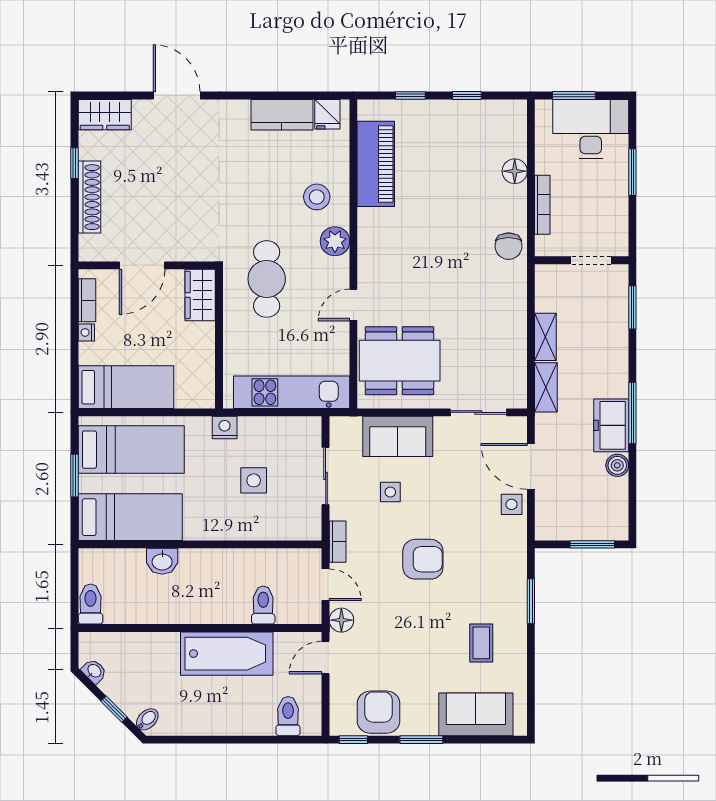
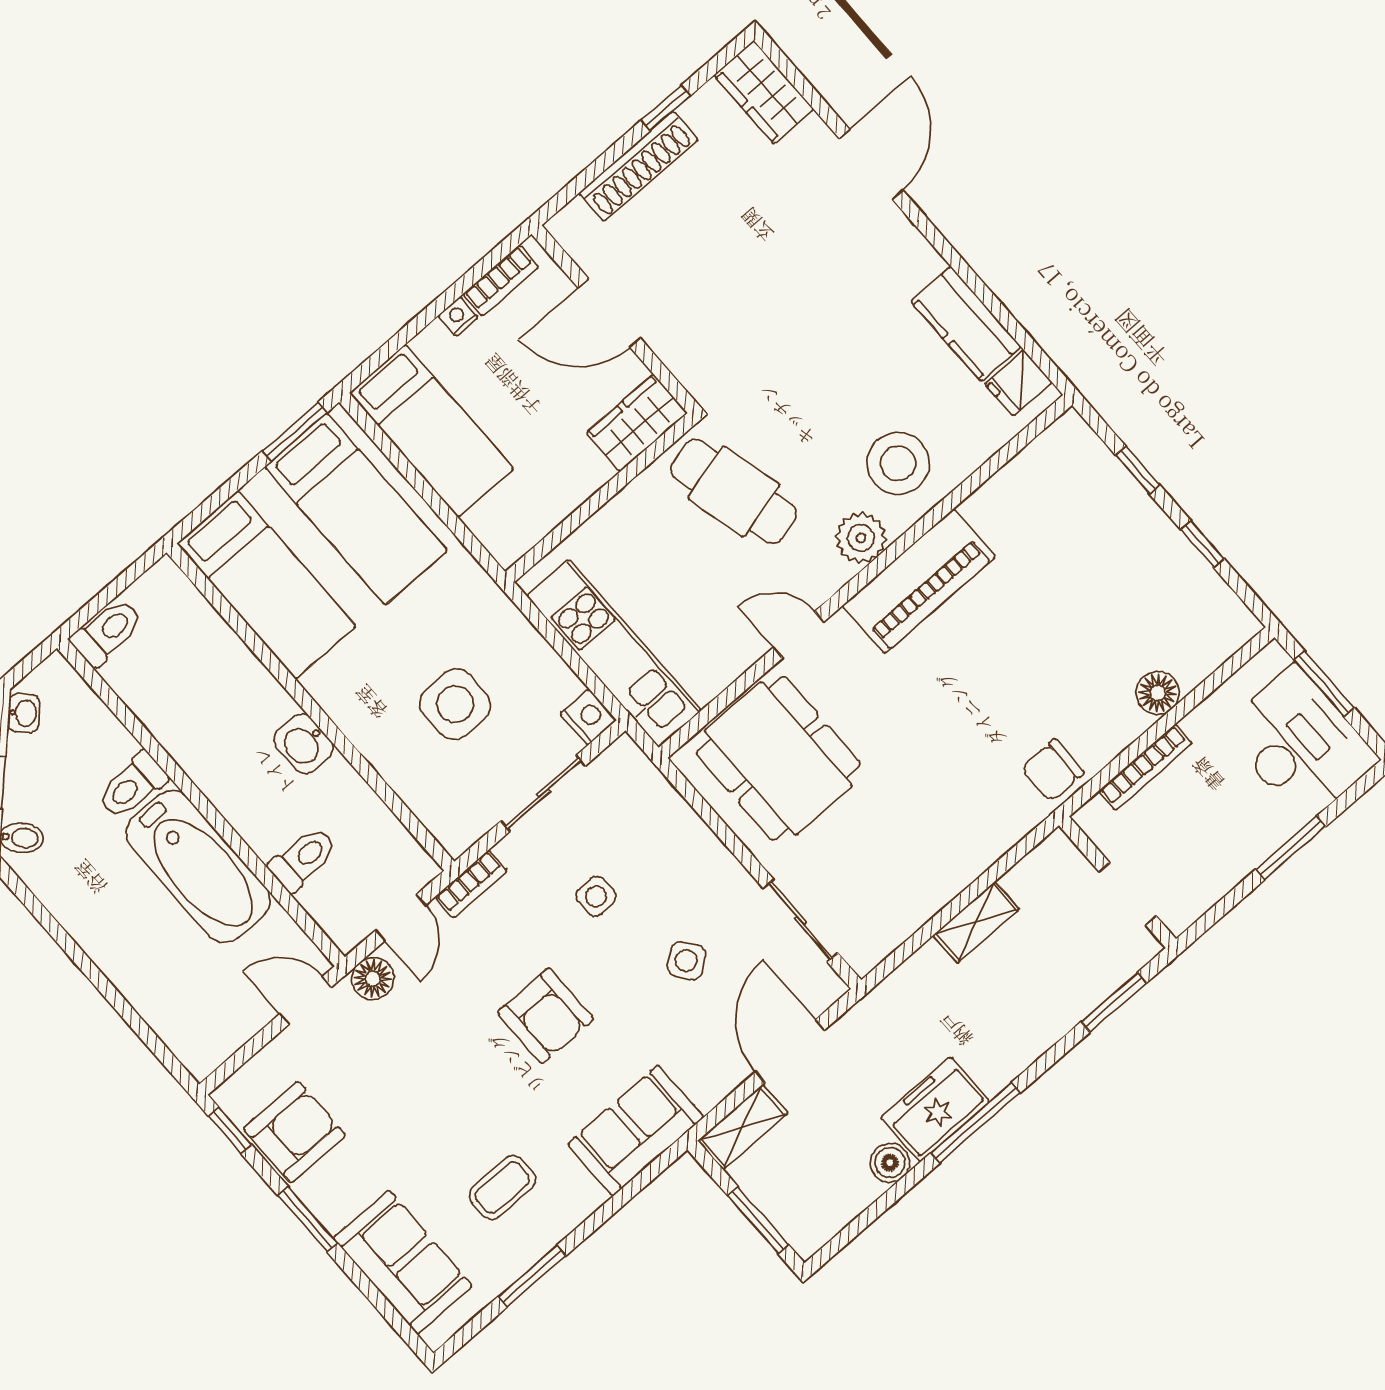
piano: (376, 164) -> (919, 581), moved
stool: (317, 197) -> (898, 463), width x1.38, depth x1.38
cafe table: (267, 279) -> (734, 491), turned 76
shelving: (546, 387) -> (743, 1127), moved
nightstand: (225, 428) -> (588, 717), moved
sofa: (398, 436) -> (636, 1130), moved, turned 90
window: (74, 476) -> (295, 432), moved
side table: (254, 480) -> (455, 704), width x1.37, depth x1.37
side table: (512, 504) -> (686, 961), moved, turned -37
washbasin: (162, 561) -> (304, 744), moved
window: (531, 601) -> (532, 1276), moved
toilet: (288, 716) -> (132, 786), moved, turned 180

